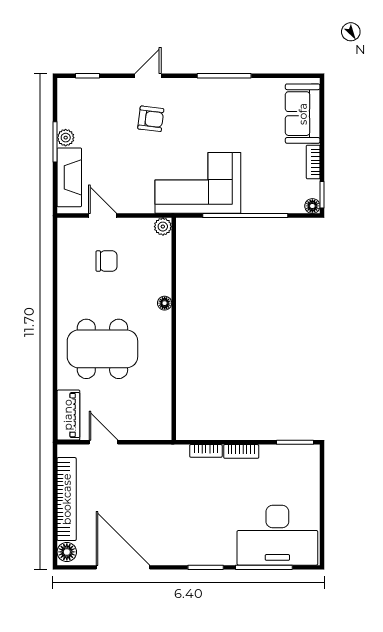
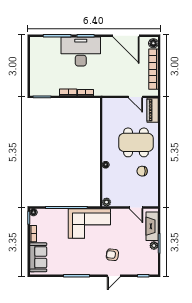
chair: (107, 261) -> (142, 171), moved
desk: (277, 535) -> (81, 51), moved

